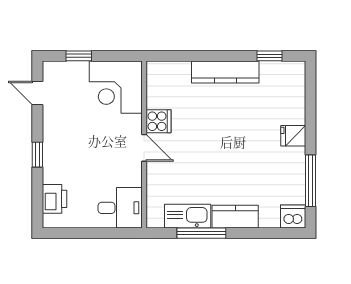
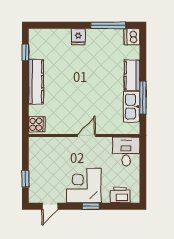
corner desk: (116, 87) -> (84, 185), moved, turned 180
cooker: (158, 121) -> (37, 124), moved, turned 90

